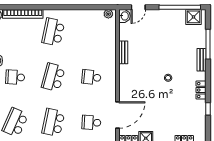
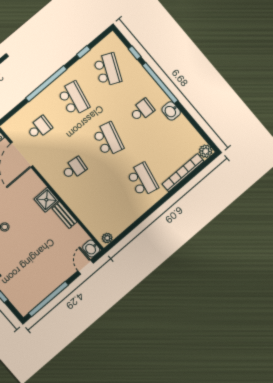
shower: (193, 17) -> (46, 200), moved

